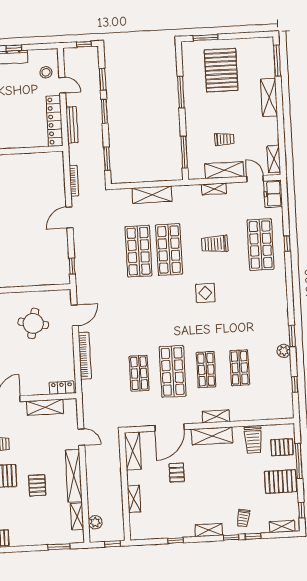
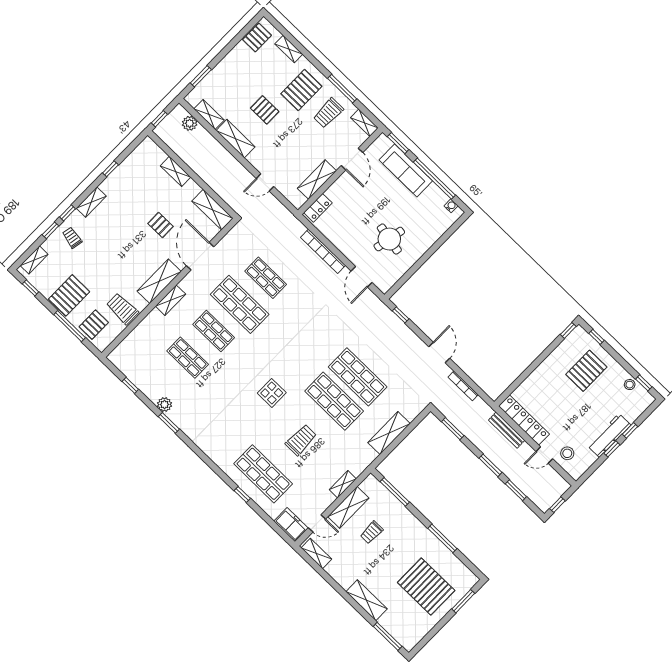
shelving: (74, 476) -> (235, 139), width x0.68

